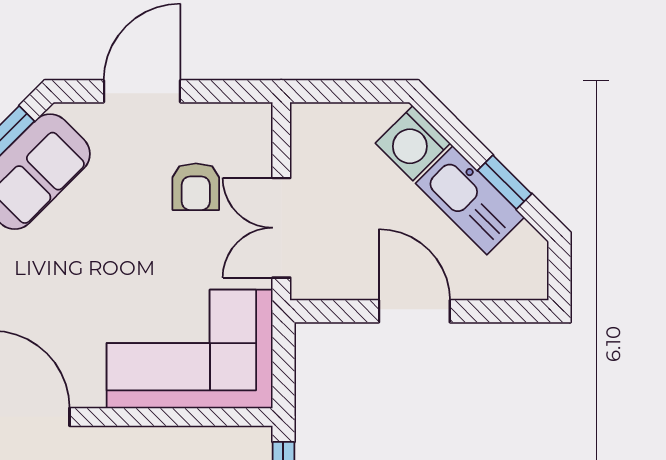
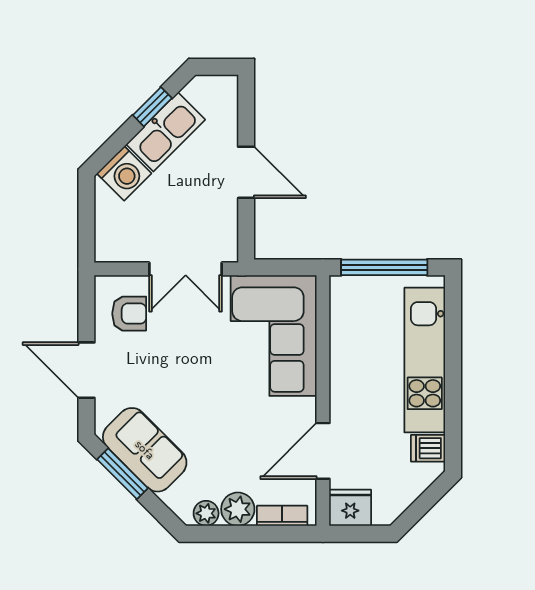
armchair: (196, 187) -> (129, 314), moved
door: (414, 311) -> (246, 172), swing flipped

